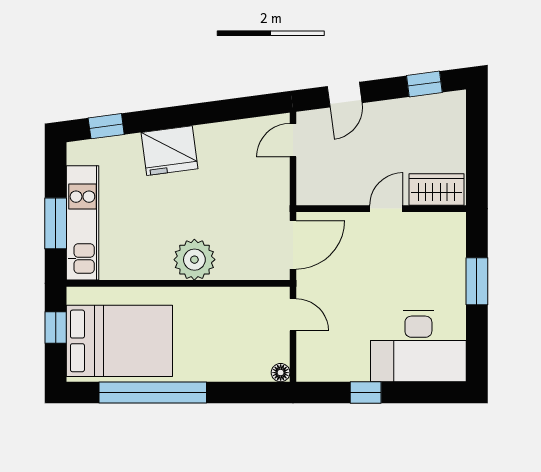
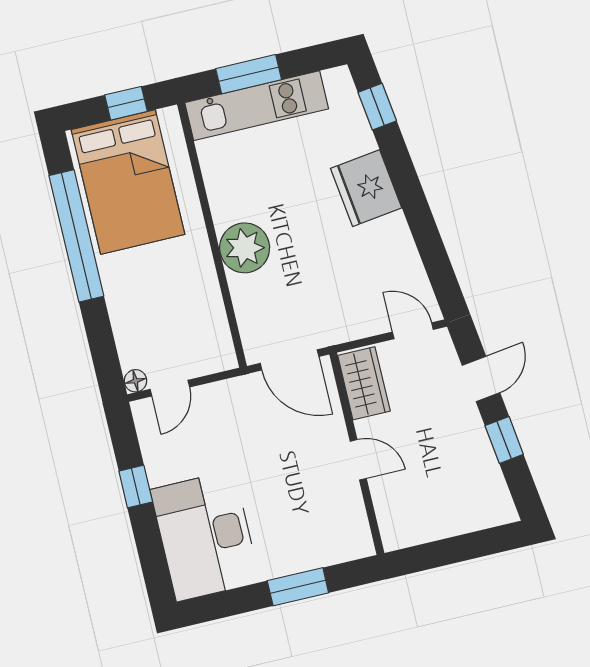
window: (424, 84) -> (504, 440), moved
door: (345, 95) -> (481, 379), swing flipped
wardrobe: (436, 189) -> (364, 383), moved
door: (293, 315) -> (170, 388), moved

